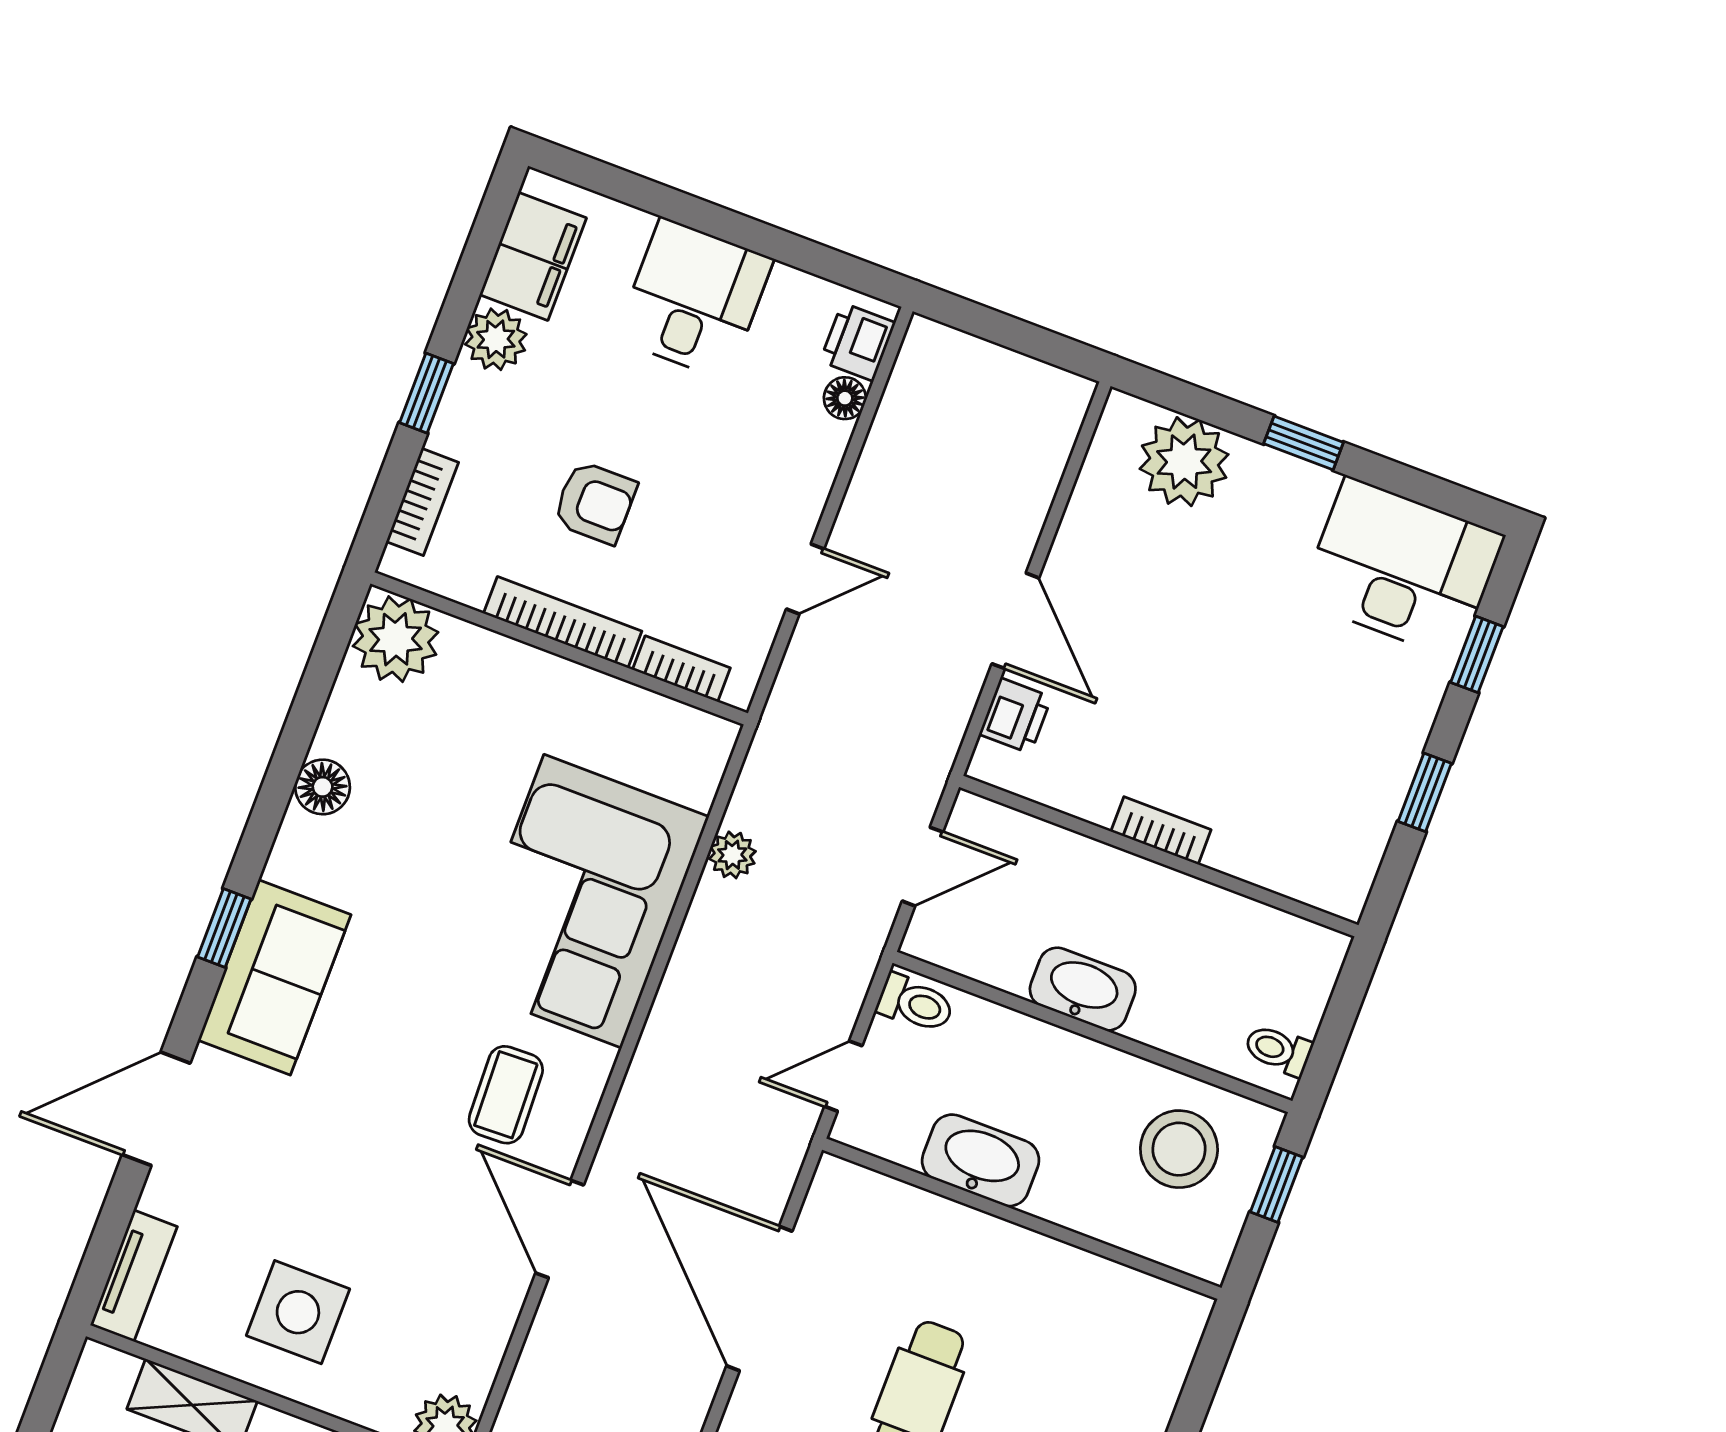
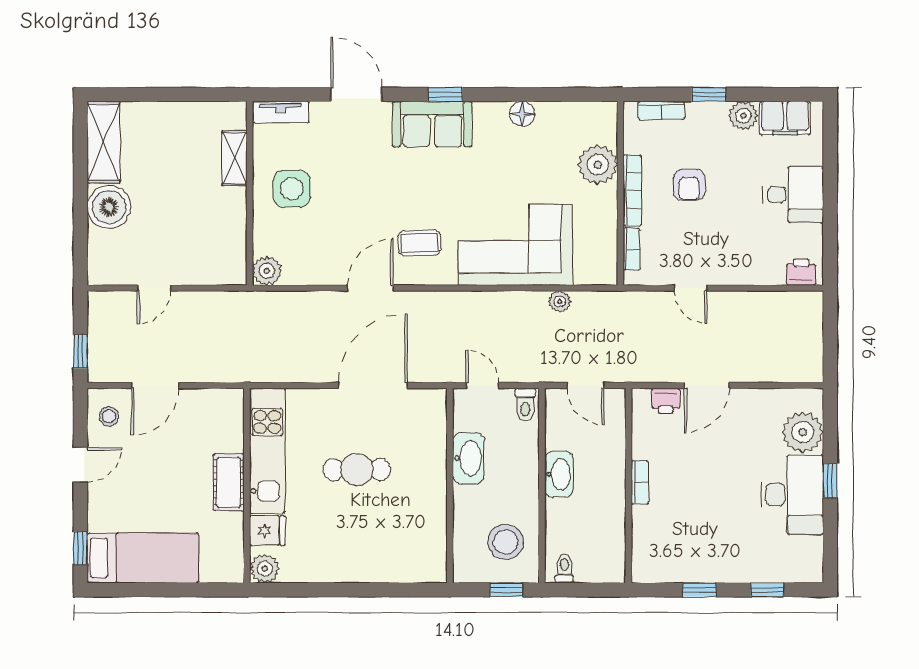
floor lamp: (845, 398) -> (775, 276), removed
desk: (1402, 568) -> (792, 495), moved
plant: (396, 639) -> (598, 165), moved

